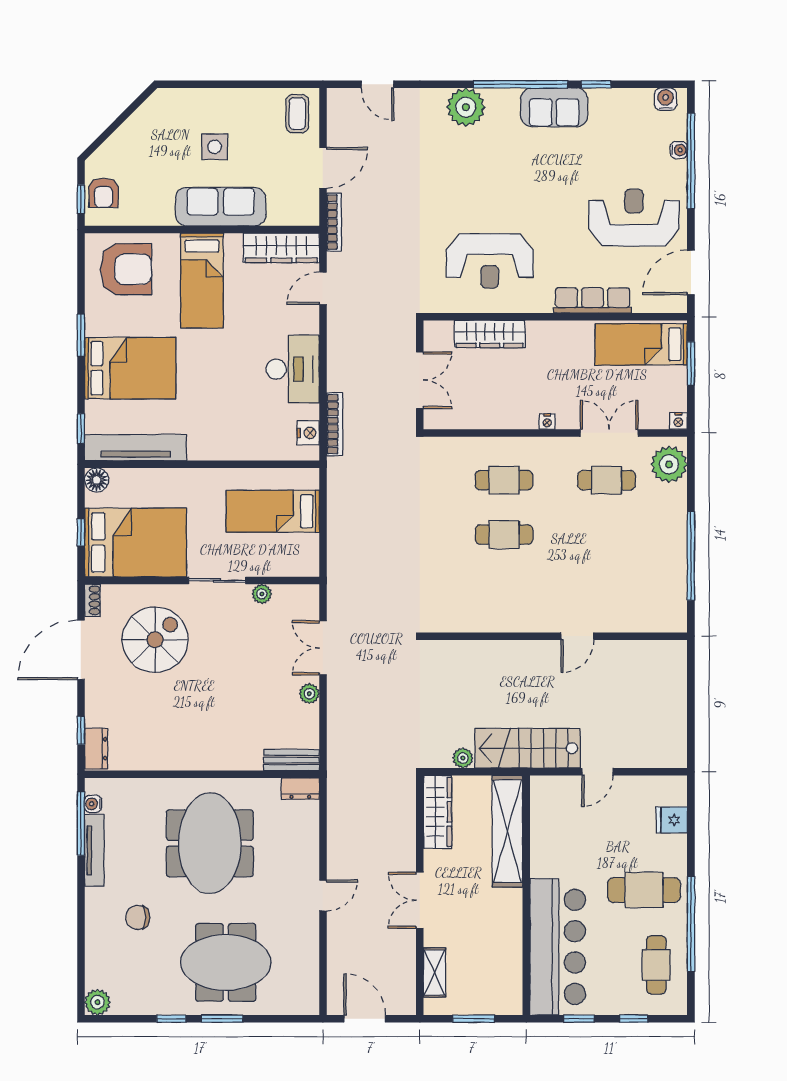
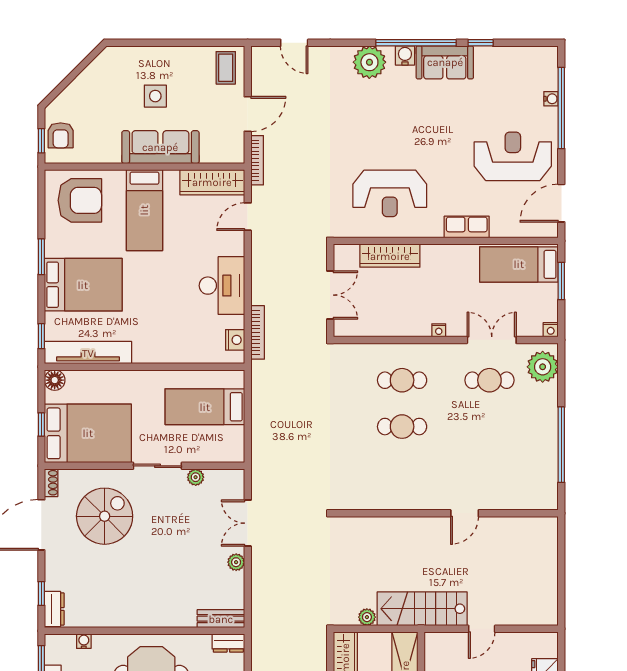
water cooler: (665, 99) -> (405, 55), moved
row of seats: (593, 300) -> (467, 227), width x0.68
water cooler: (93, 804) -> (84, 641), moved, turned 90

